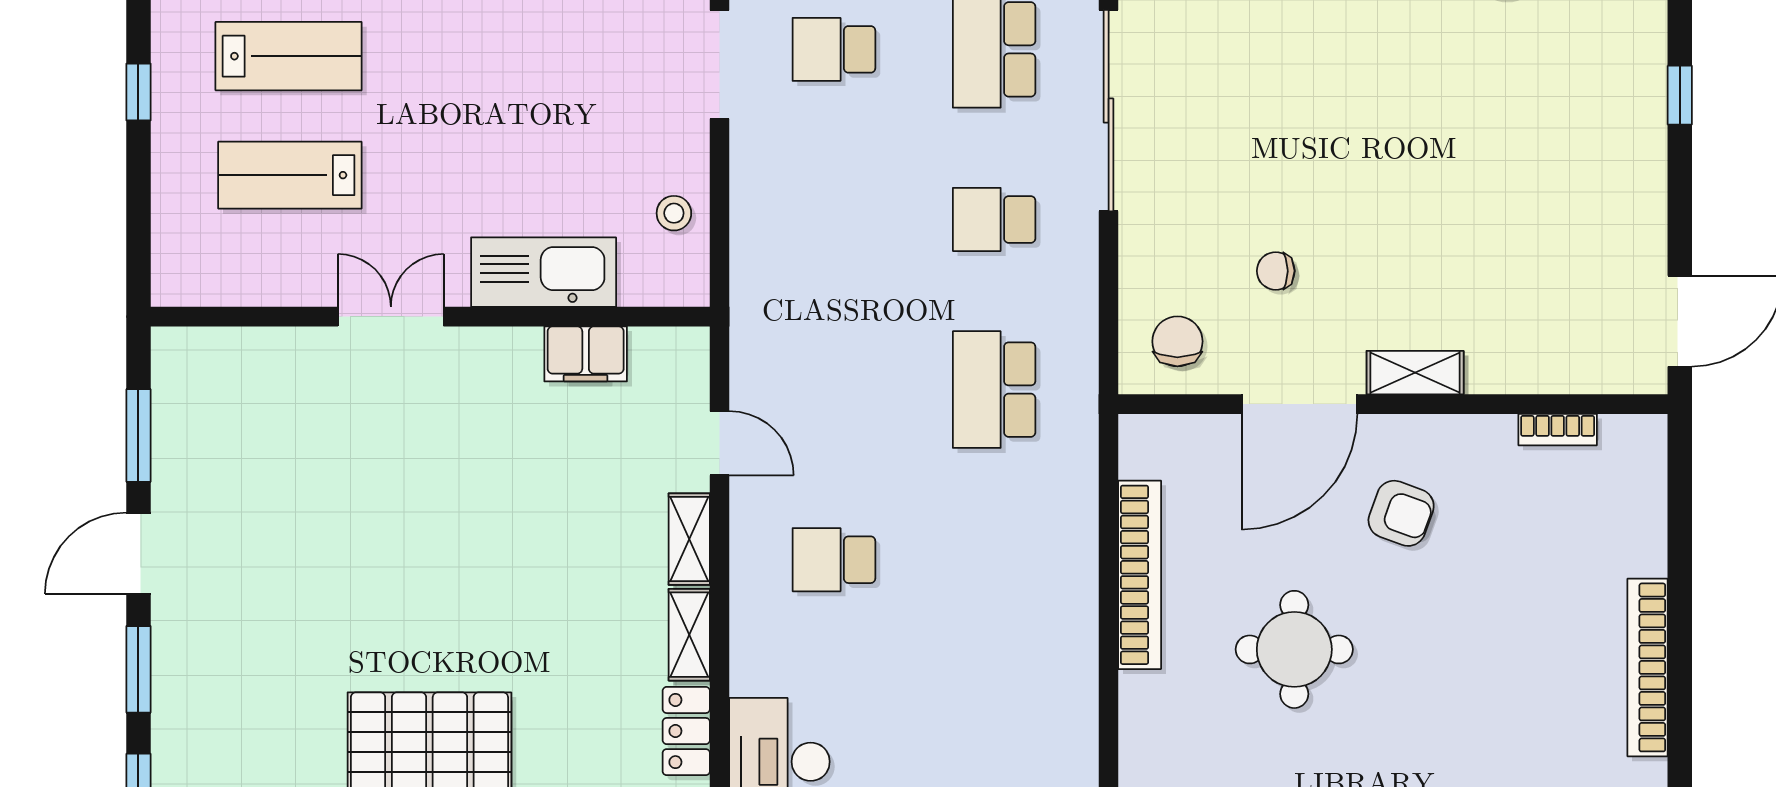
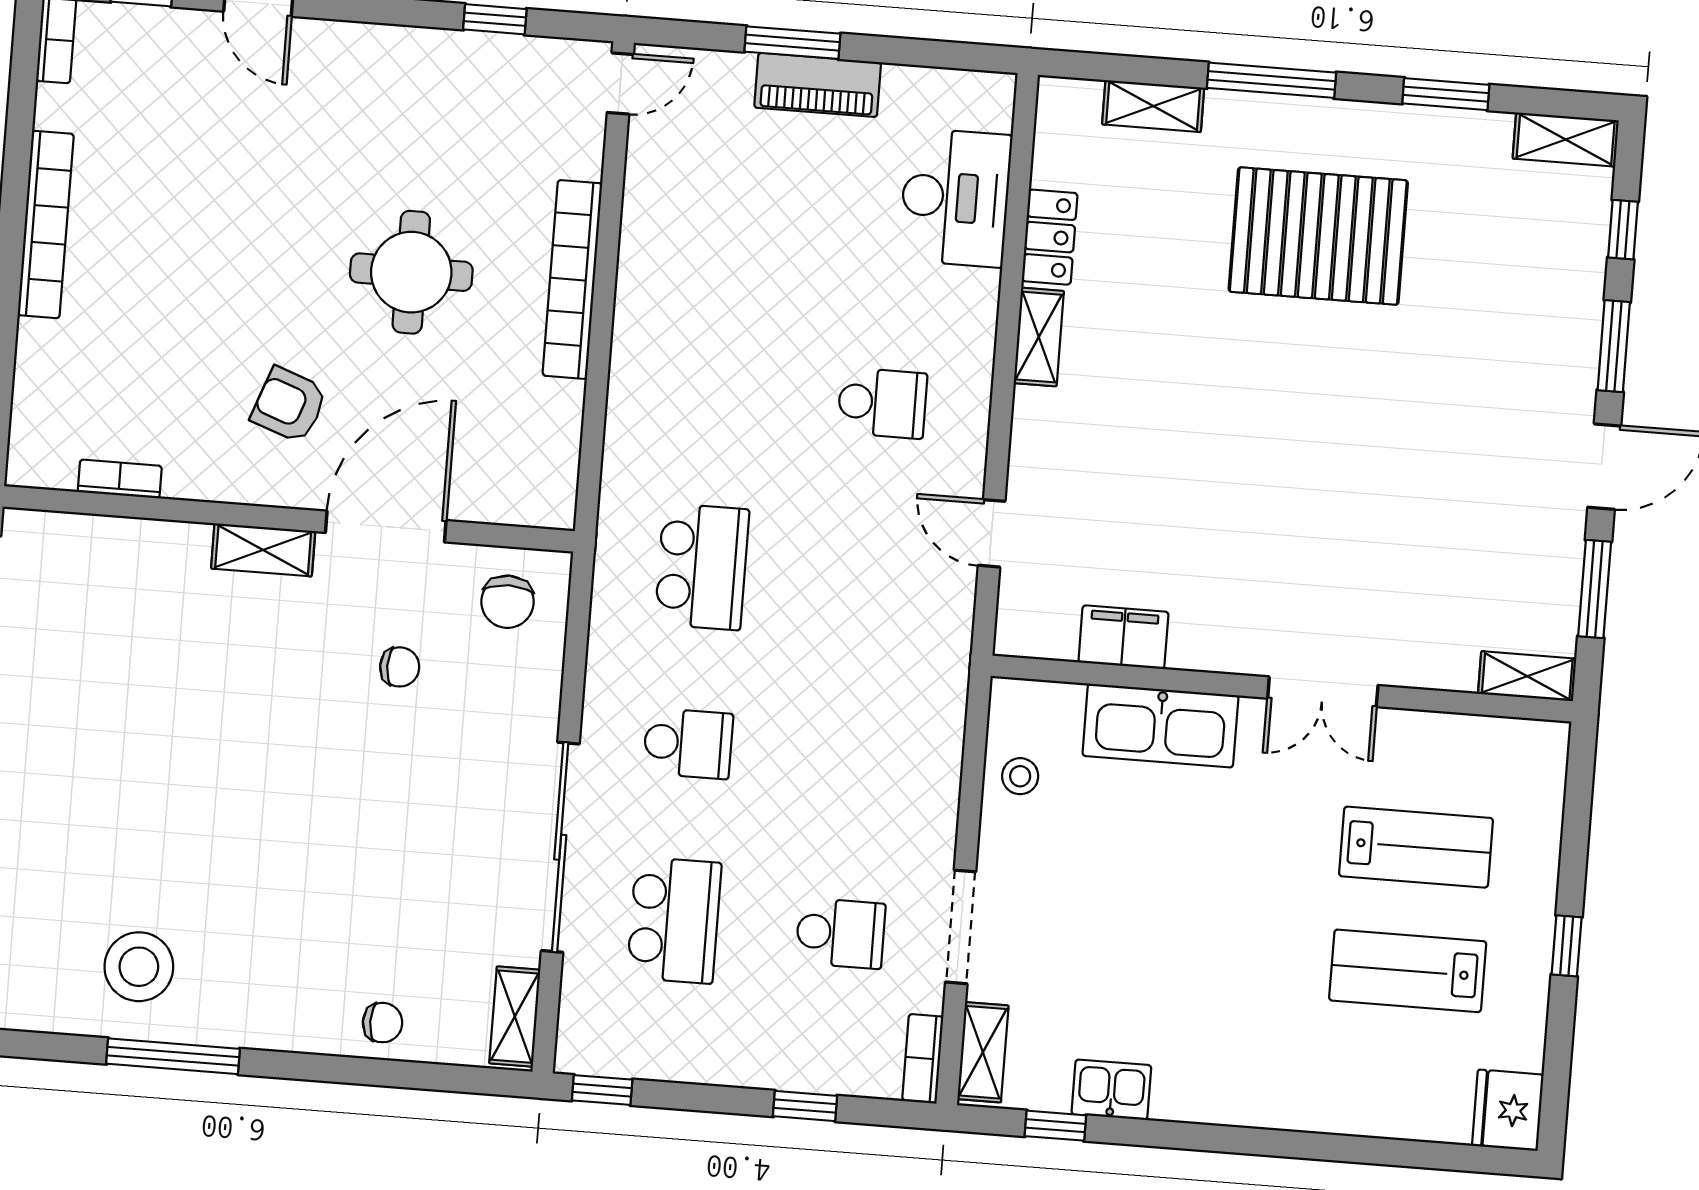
shelving: (689, 539) -> (1527, 676), moved, turned 90
bookcase: (1140, 575) -> (572, 279), moved

